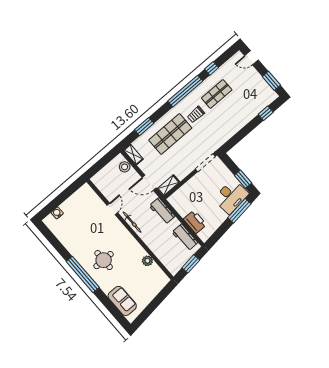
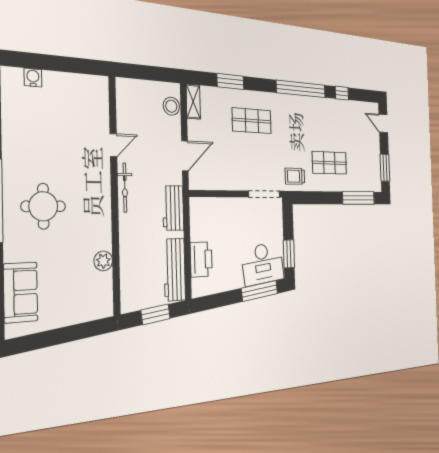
shop shelf: (217, 94) -> (329, 163), moved
window: (266, 113) -> (358, 198), width x2.17
trolley: (196, 114) -> (295, 176), moved
shop shelf: (170, 134) -> (252, 121), width x0.70, depth x0.74
door: (149, 183) -> (185, 156), swing flipped
shelving: (168, 185) -> (205, 182), removed
workbench: (185, 237) -> (175, 270), width x1.38

